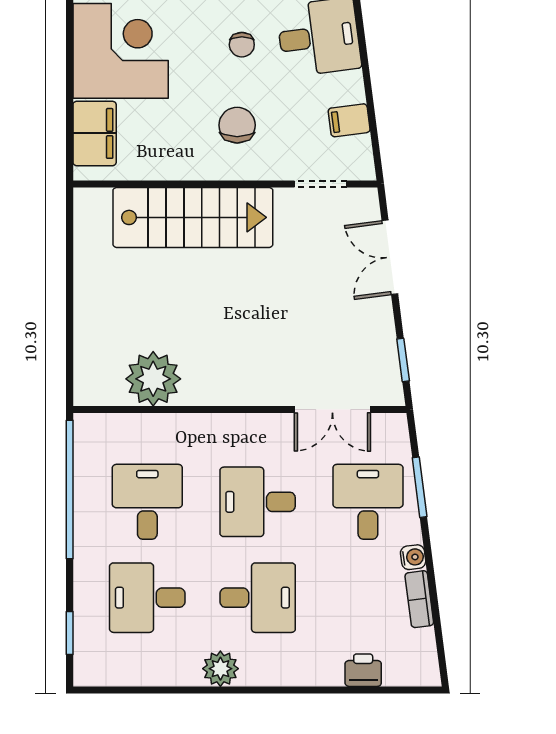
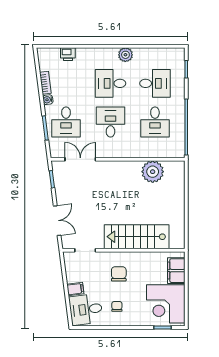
filing cabinet: (349, 120) -> (75, 289), moved
chair: (237, 125) -> (119, 274), turned 180
desk: (258, 502) -> (110, 122), turned -90

